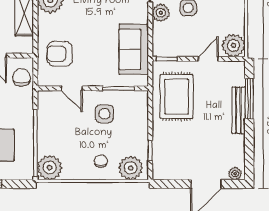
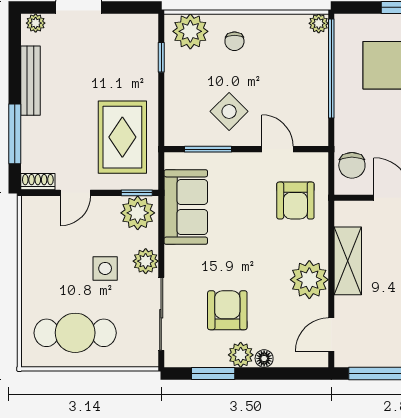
plant: (234, 45) -> (138, 213), moved
armchair: (60, 54) -> (295, 201), turned 90
shoe rack: (234, 66) -> (38, 182), added
bench: (238, 110) -> (30, 81), moved
side table: (104, 114) -> (229, 111), turned 45
plant: (50, 168) -> (319, 23), width x0.53, depth x0.53

